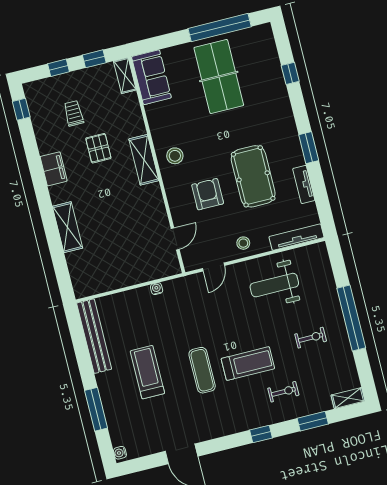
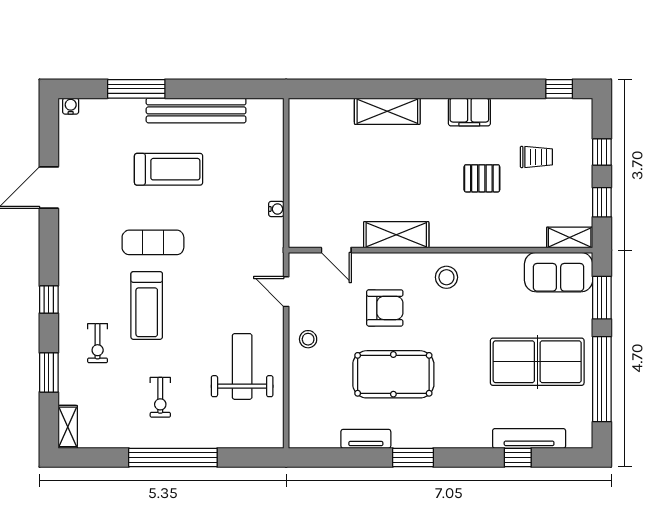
window: (162, 42) -> (602, 298), added
shelving: (144, 160) -> (396, 235), moved
tv unit: (297, 237) -> (529, 438), moved, turned -90
bench: (94, 336) -> (196, 110), moved

